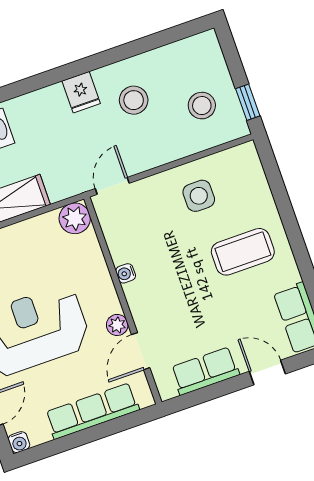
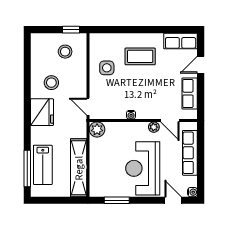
fridge: (81, 92) -> (42, 112), width x1.88, depth x1.34
coffee table: (243, 252) -> (140, 56), turned 90

